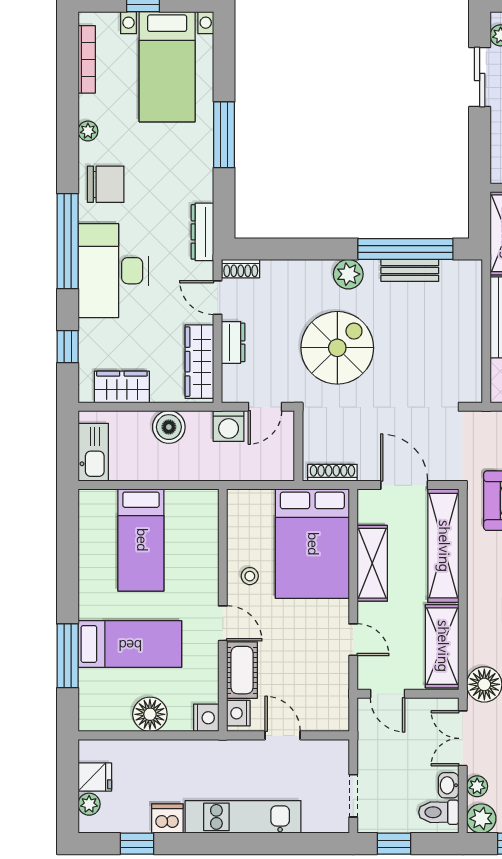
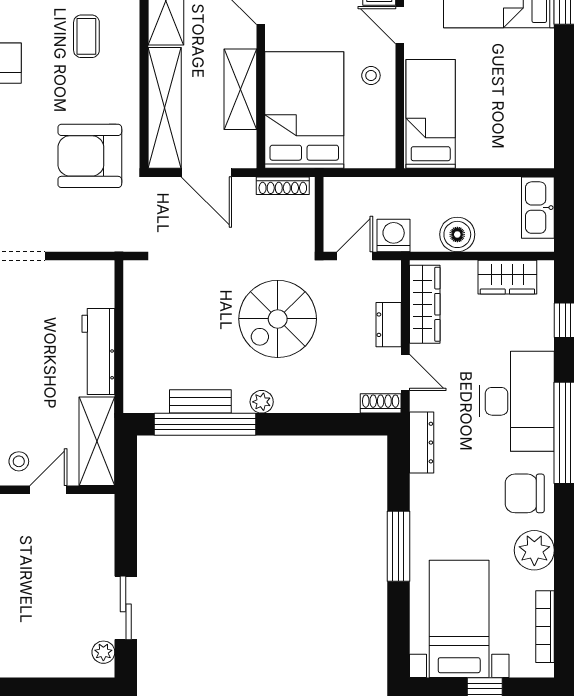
plant: (88, 131) -> (534, 550), width x1.88, depth x1.88
plant: (348, 274) -> (262, 402), width x0.73, depth x0.73
bed: (141, 540) -> (431, 114), moved

